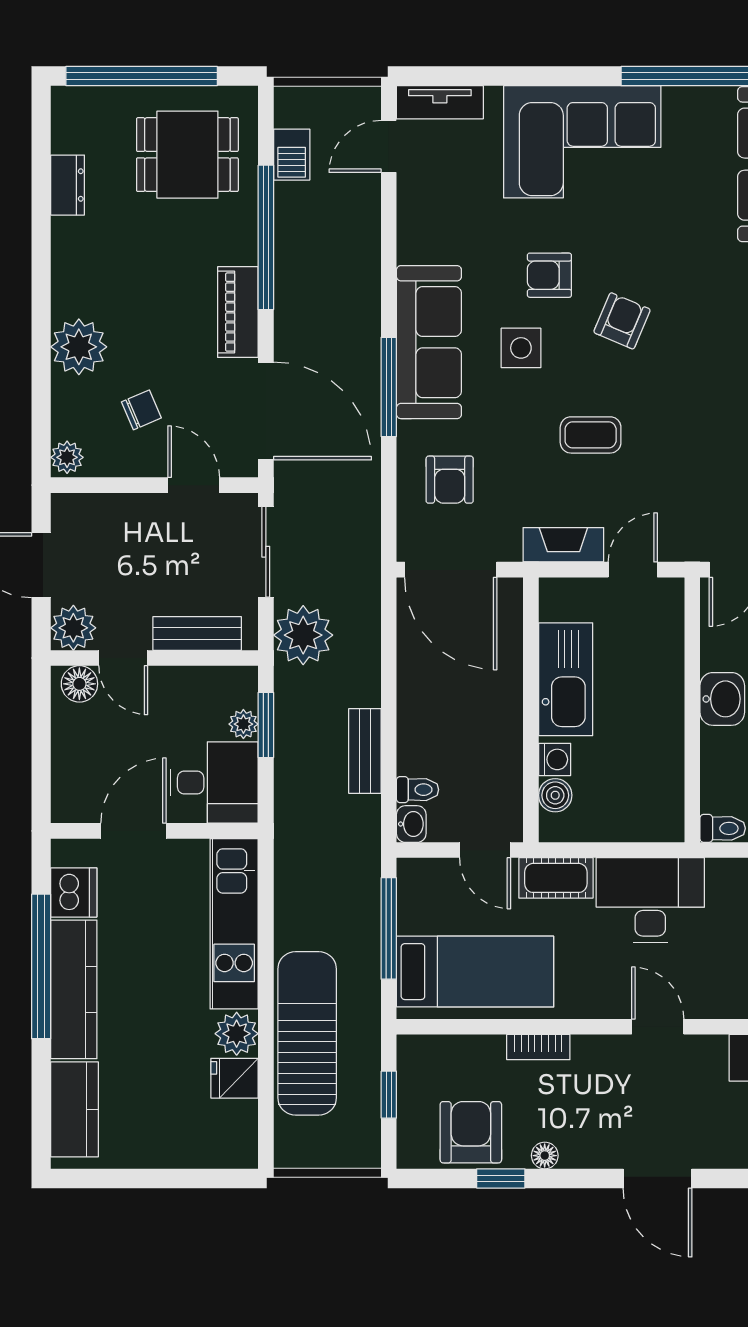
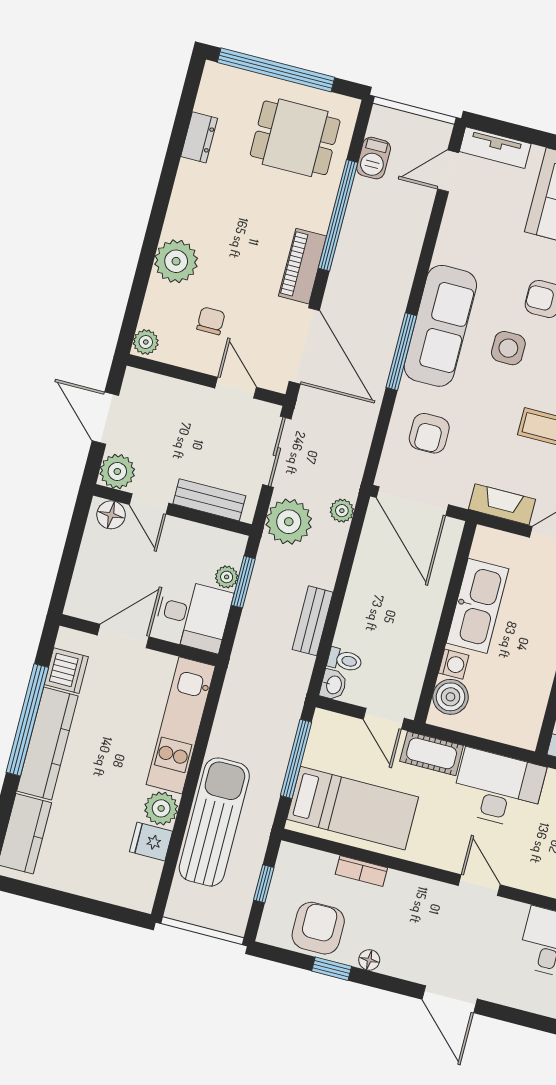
chair: (141, 410) -> (211, 321), turned -67
plant: (366, 604) -> (342, 511), added
boiler: (555, 795) -> (451, 697), width x1.36, depth x1.36
bookcase: (538, 1047) -> (361, 871), moved

